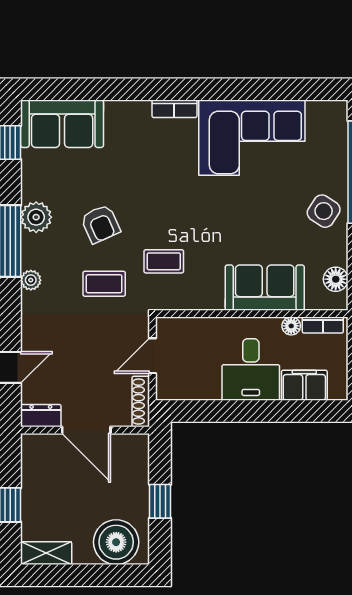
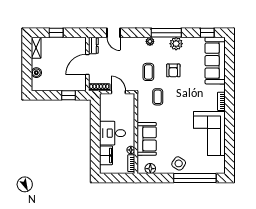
sofa: (62, 124) -> (215, 61), width x1.36
armchair: (100, 224) -> (173, 70), turned -66
window: (160, 501) -> (68, 95), moved
boiler: (116, 542) -> (36, 73), width x0.54, depth x0.54

